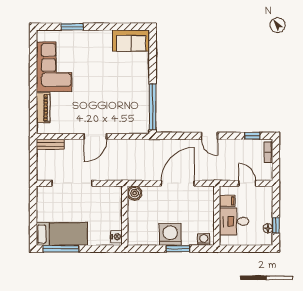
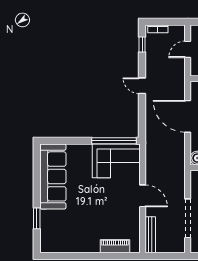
sofa: (131, 41) -> (53, 176), width x1.85, depth x1.27
corner sofa: (54, 67) -> (116, 161), moved, turned 180
door: (210, 136) -> (142, 86), swing flipped
bench: (50, 144) -> (150, 235), width x1.36

